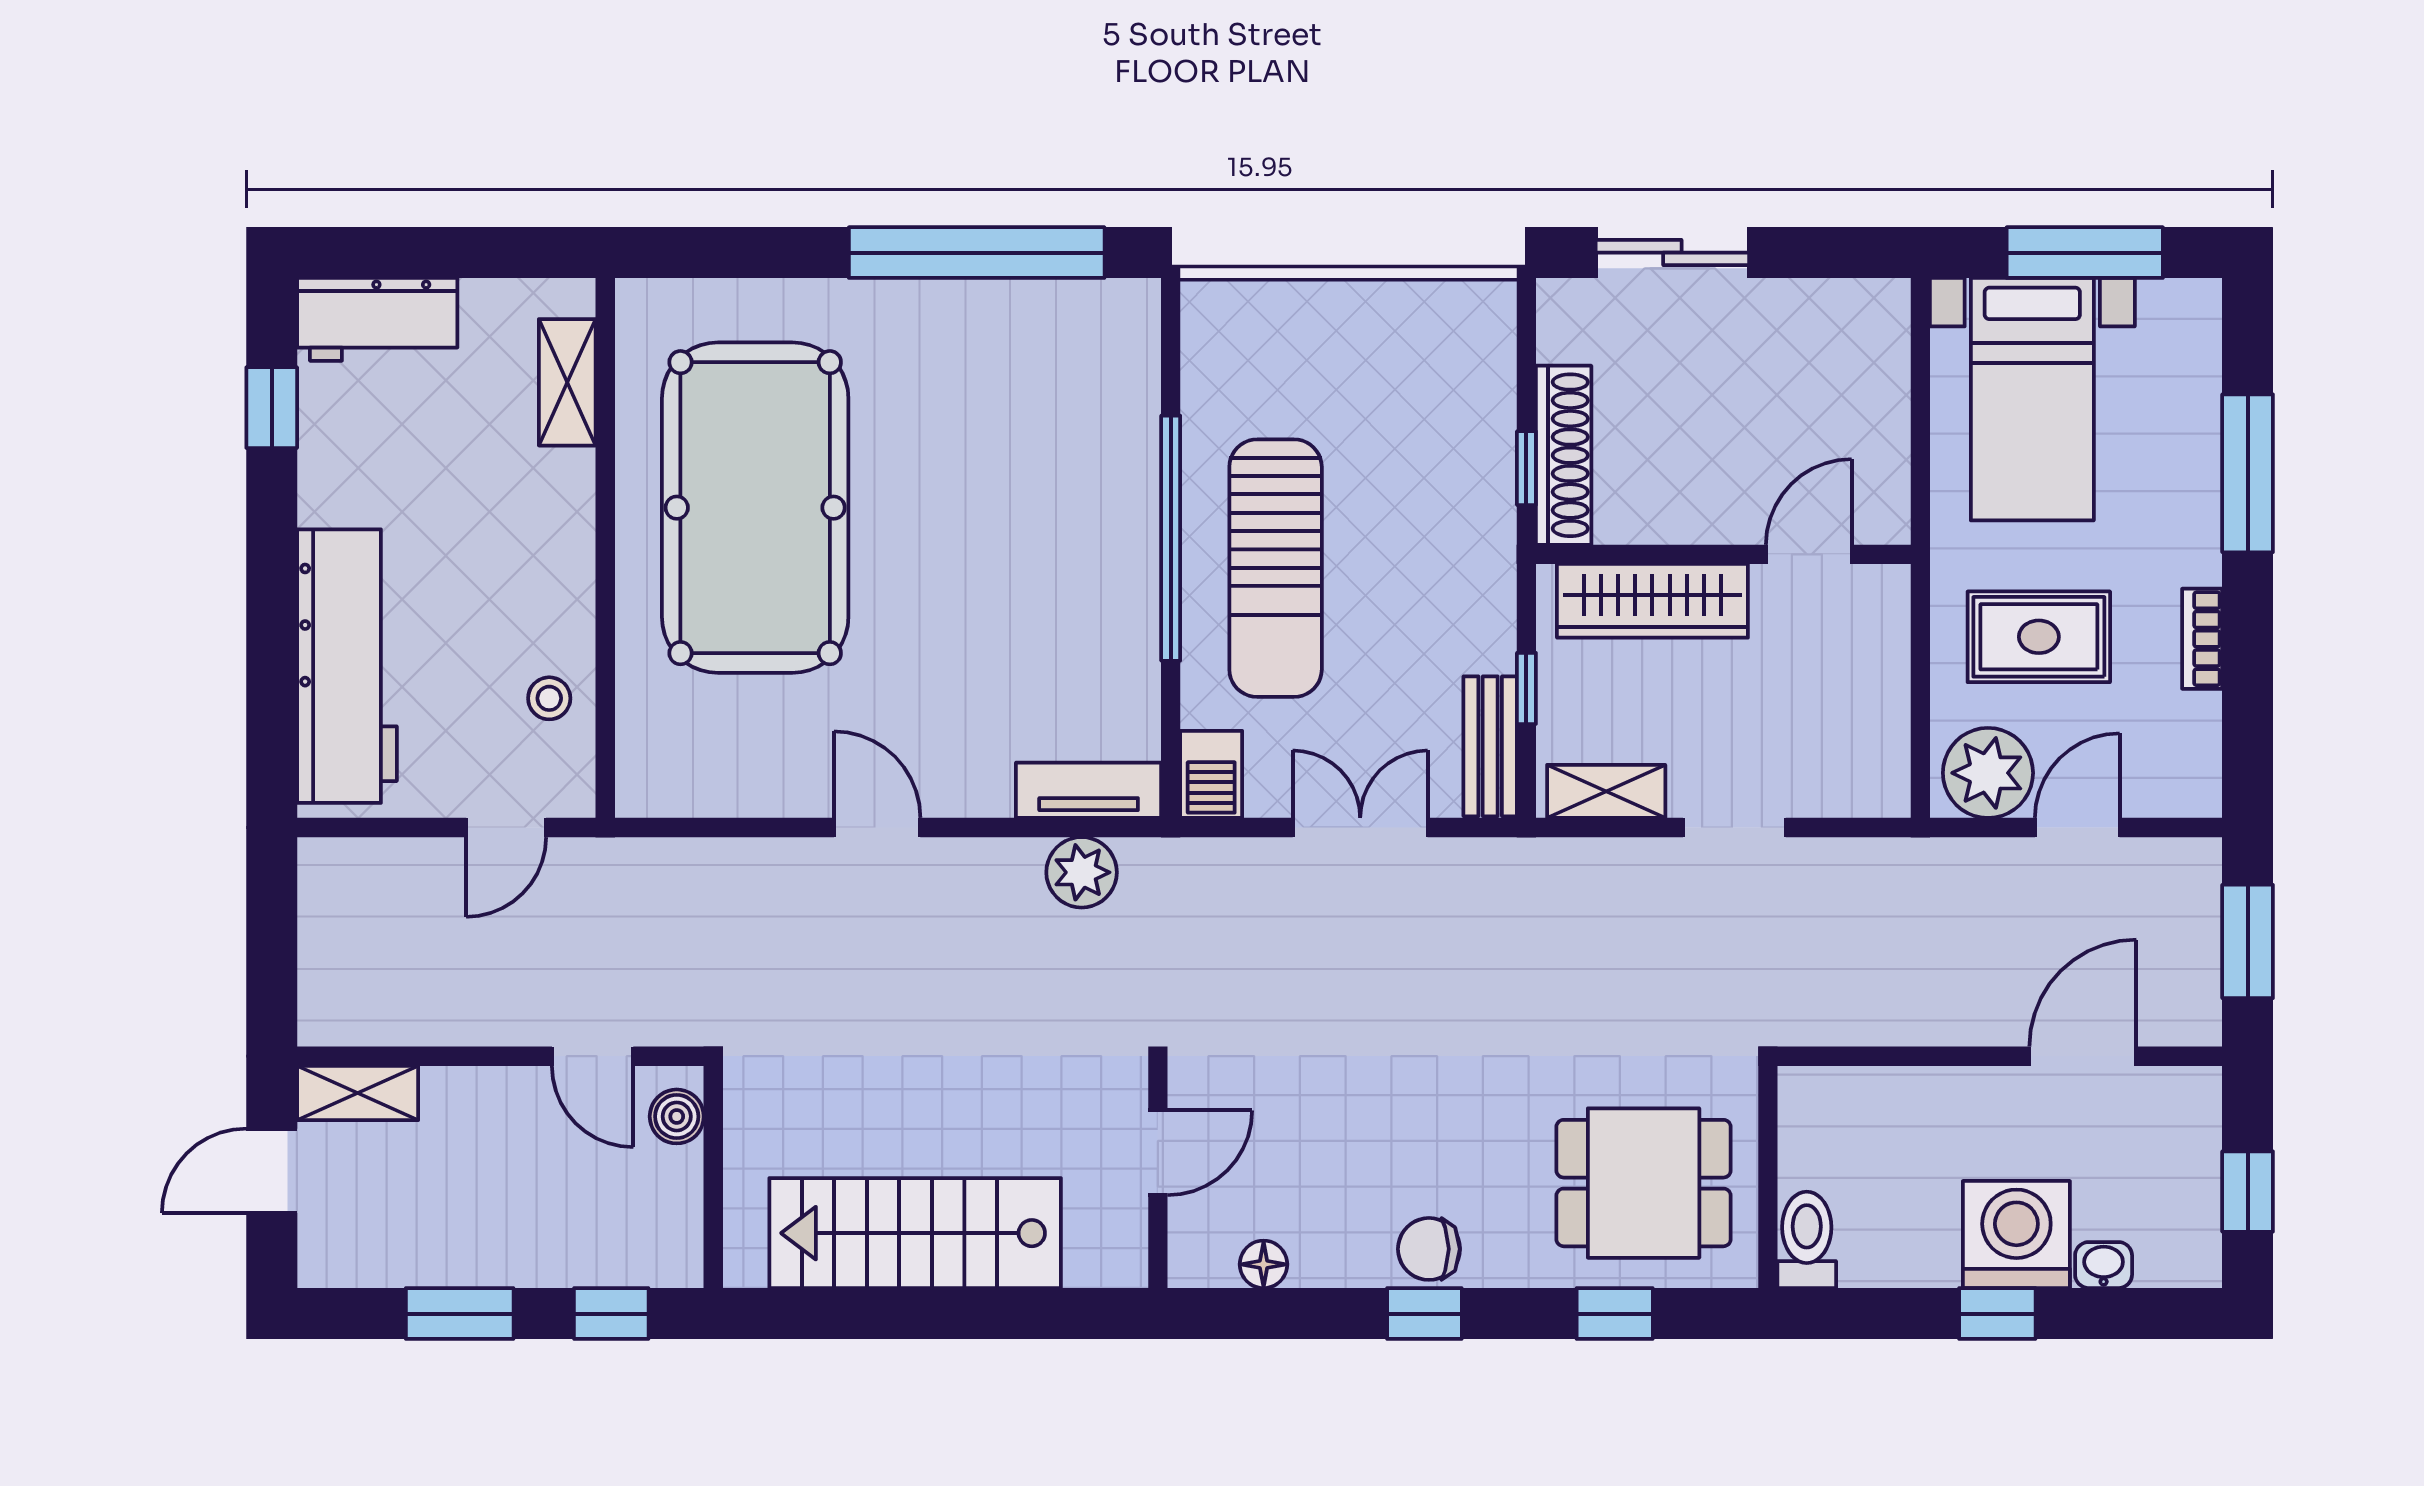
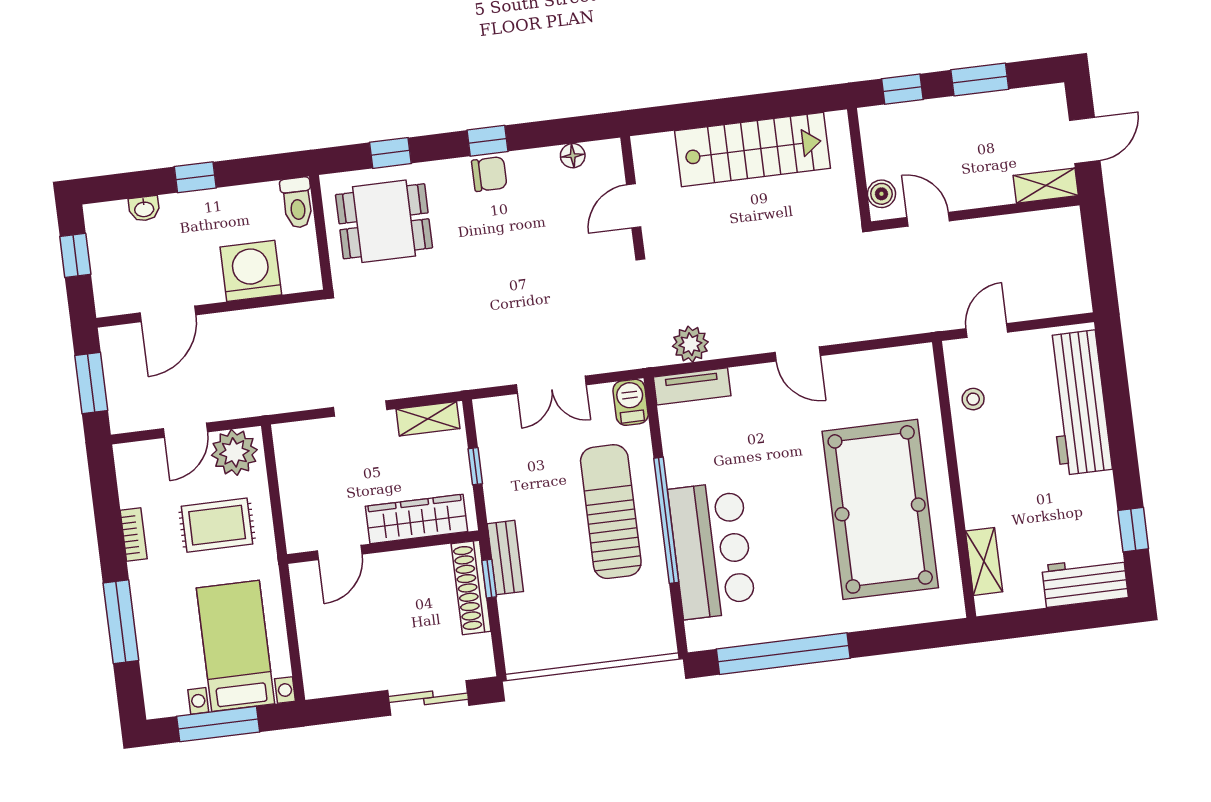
bar counter: (1090, 469) -> (712, 550), added
bench: (1490, 746) -> (505, 558), moved
washing machine: (2016, 1235) -> (251, 271), moved, turned 180

